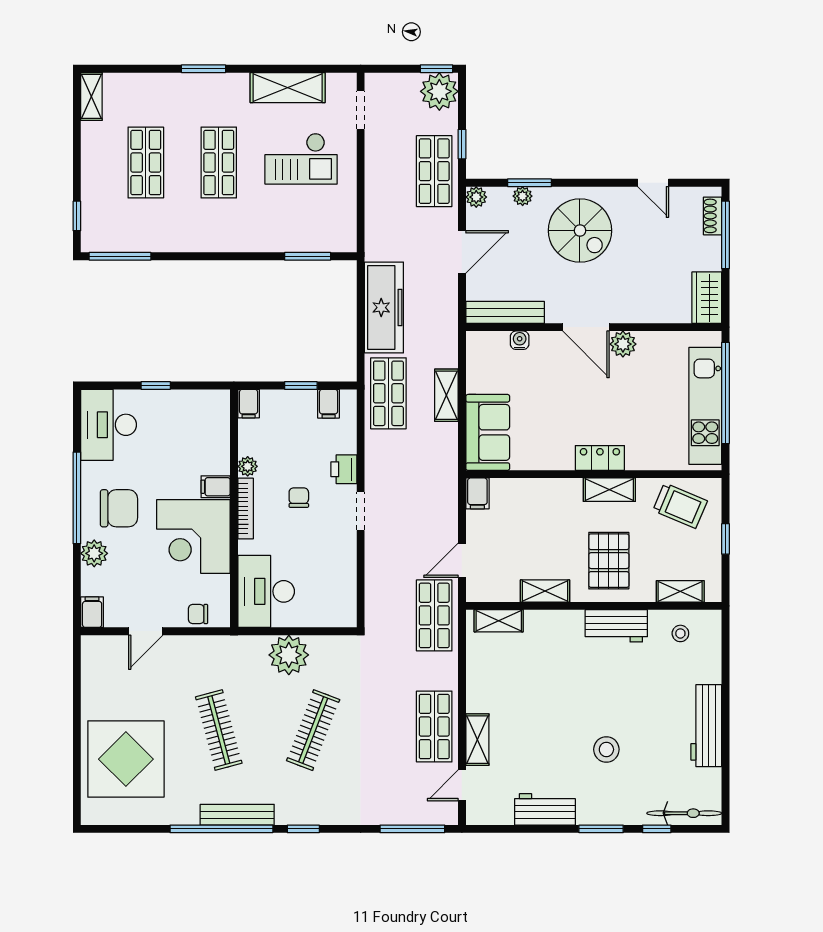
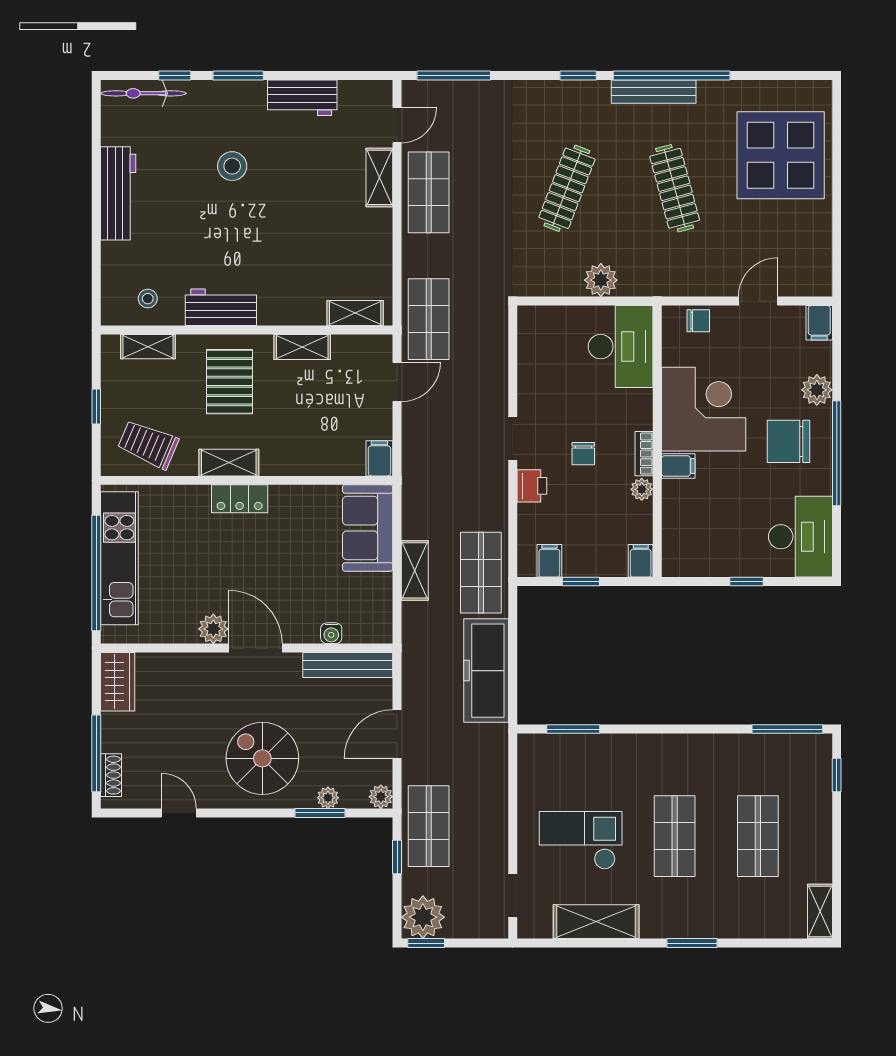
bookcase: (246, 509) -> (644, 454), width x0.64
plant: (289, 655) -> (601, 280), width x0.73, depth x0.73

